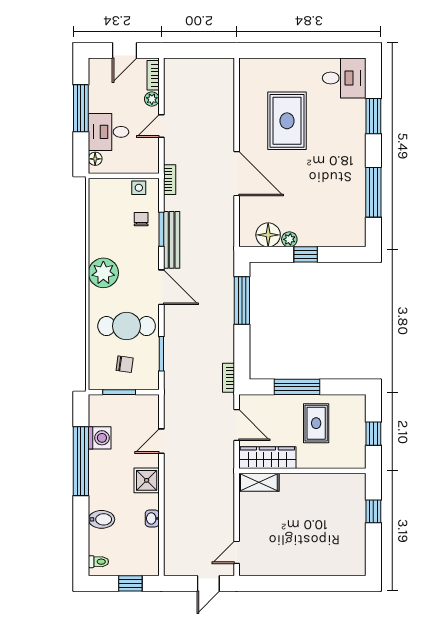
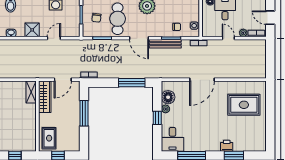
desk: (344, 78) -> (172, 139), moved
rug: (287, 121) -> (244, 105), moved
printer: (356, 129) -> (227, 146), added
door: (161, 287) -> (139, 38), hinge flipped
rug: (316, 423) -> (49, 138), moved, turned 90
door: (161, 441) -> (54, 38), hinge flipped

